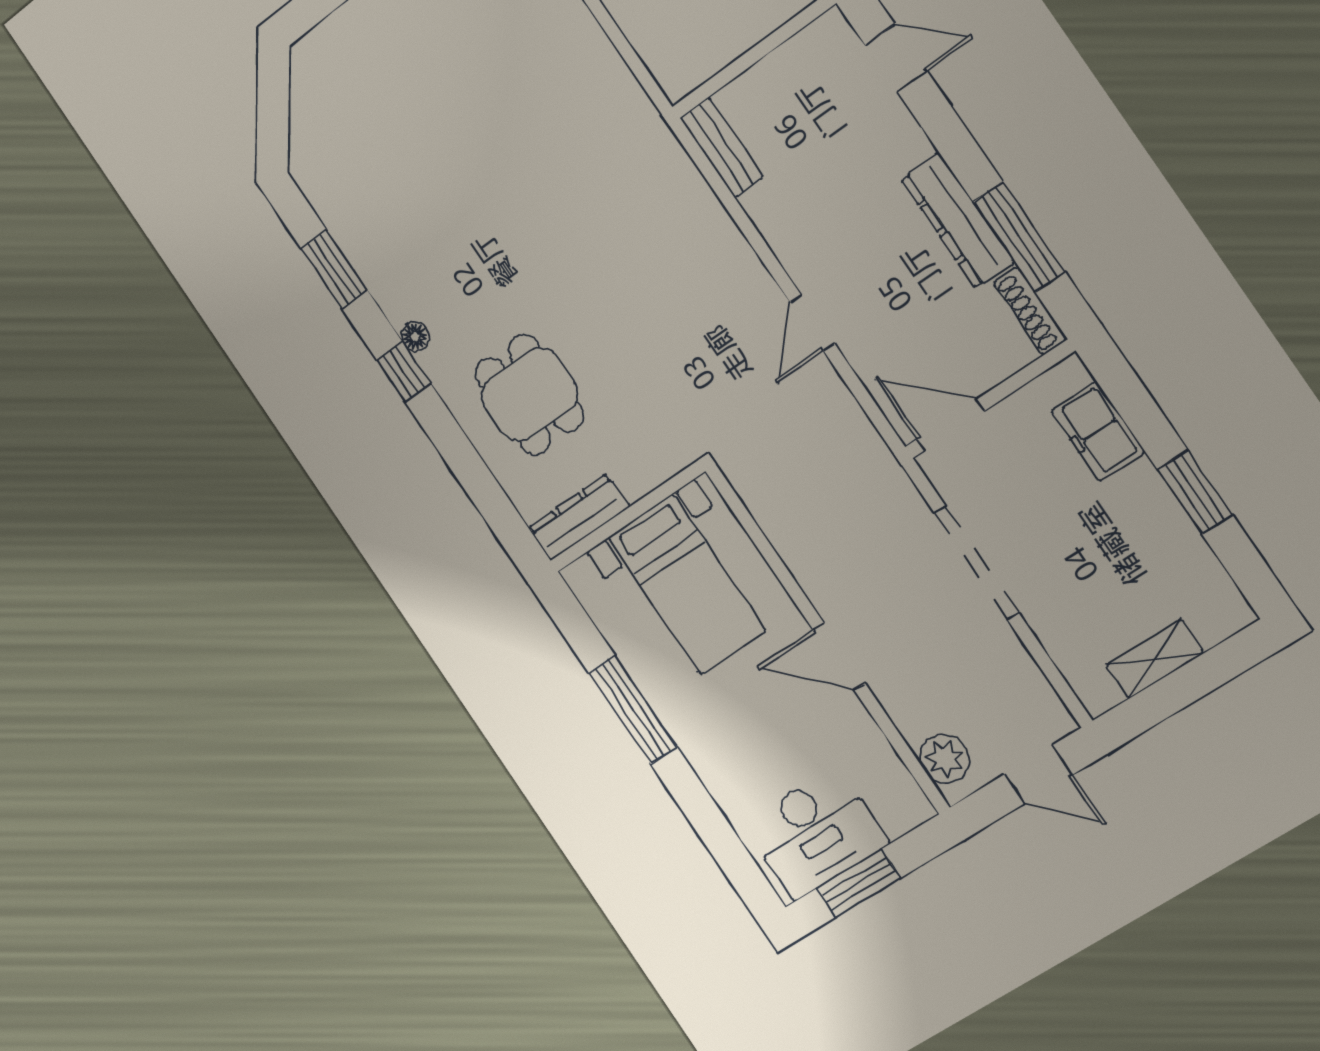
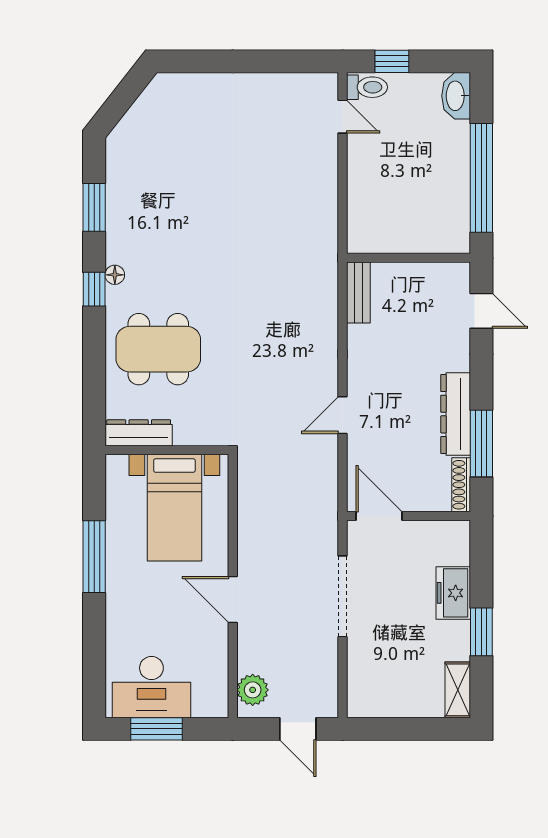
dining table: (529, 395) -> (158, 349), width x1.38
freezer: (1098, 431) -> (453, 593), moved
shelving: (1155, 659) -> (458, 690), moved, turned 90

